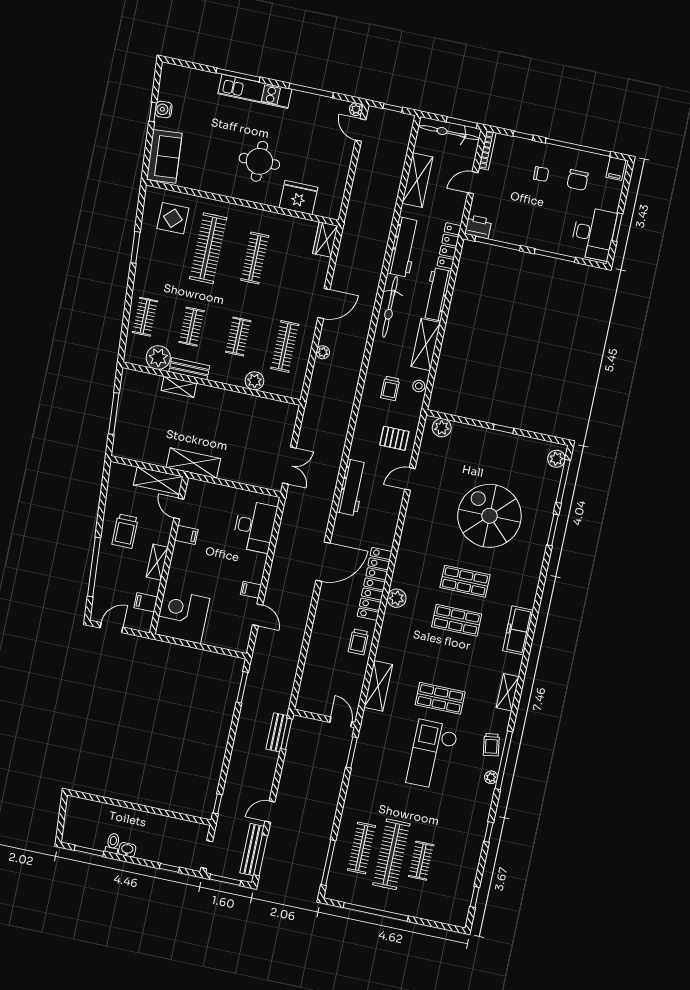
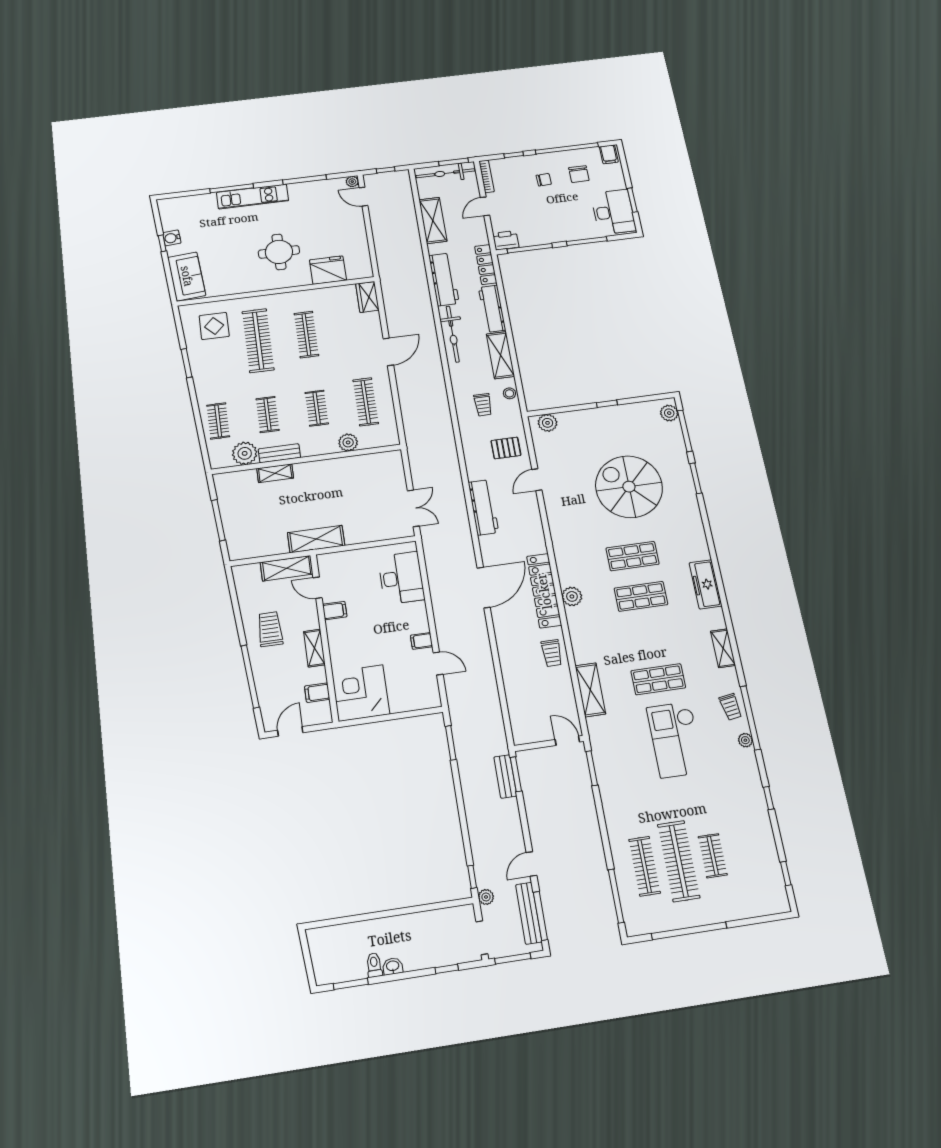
plant: (323, 352) -> (486, 897), moved
trolley: (125, 531) -> (270, 629), turned 180

